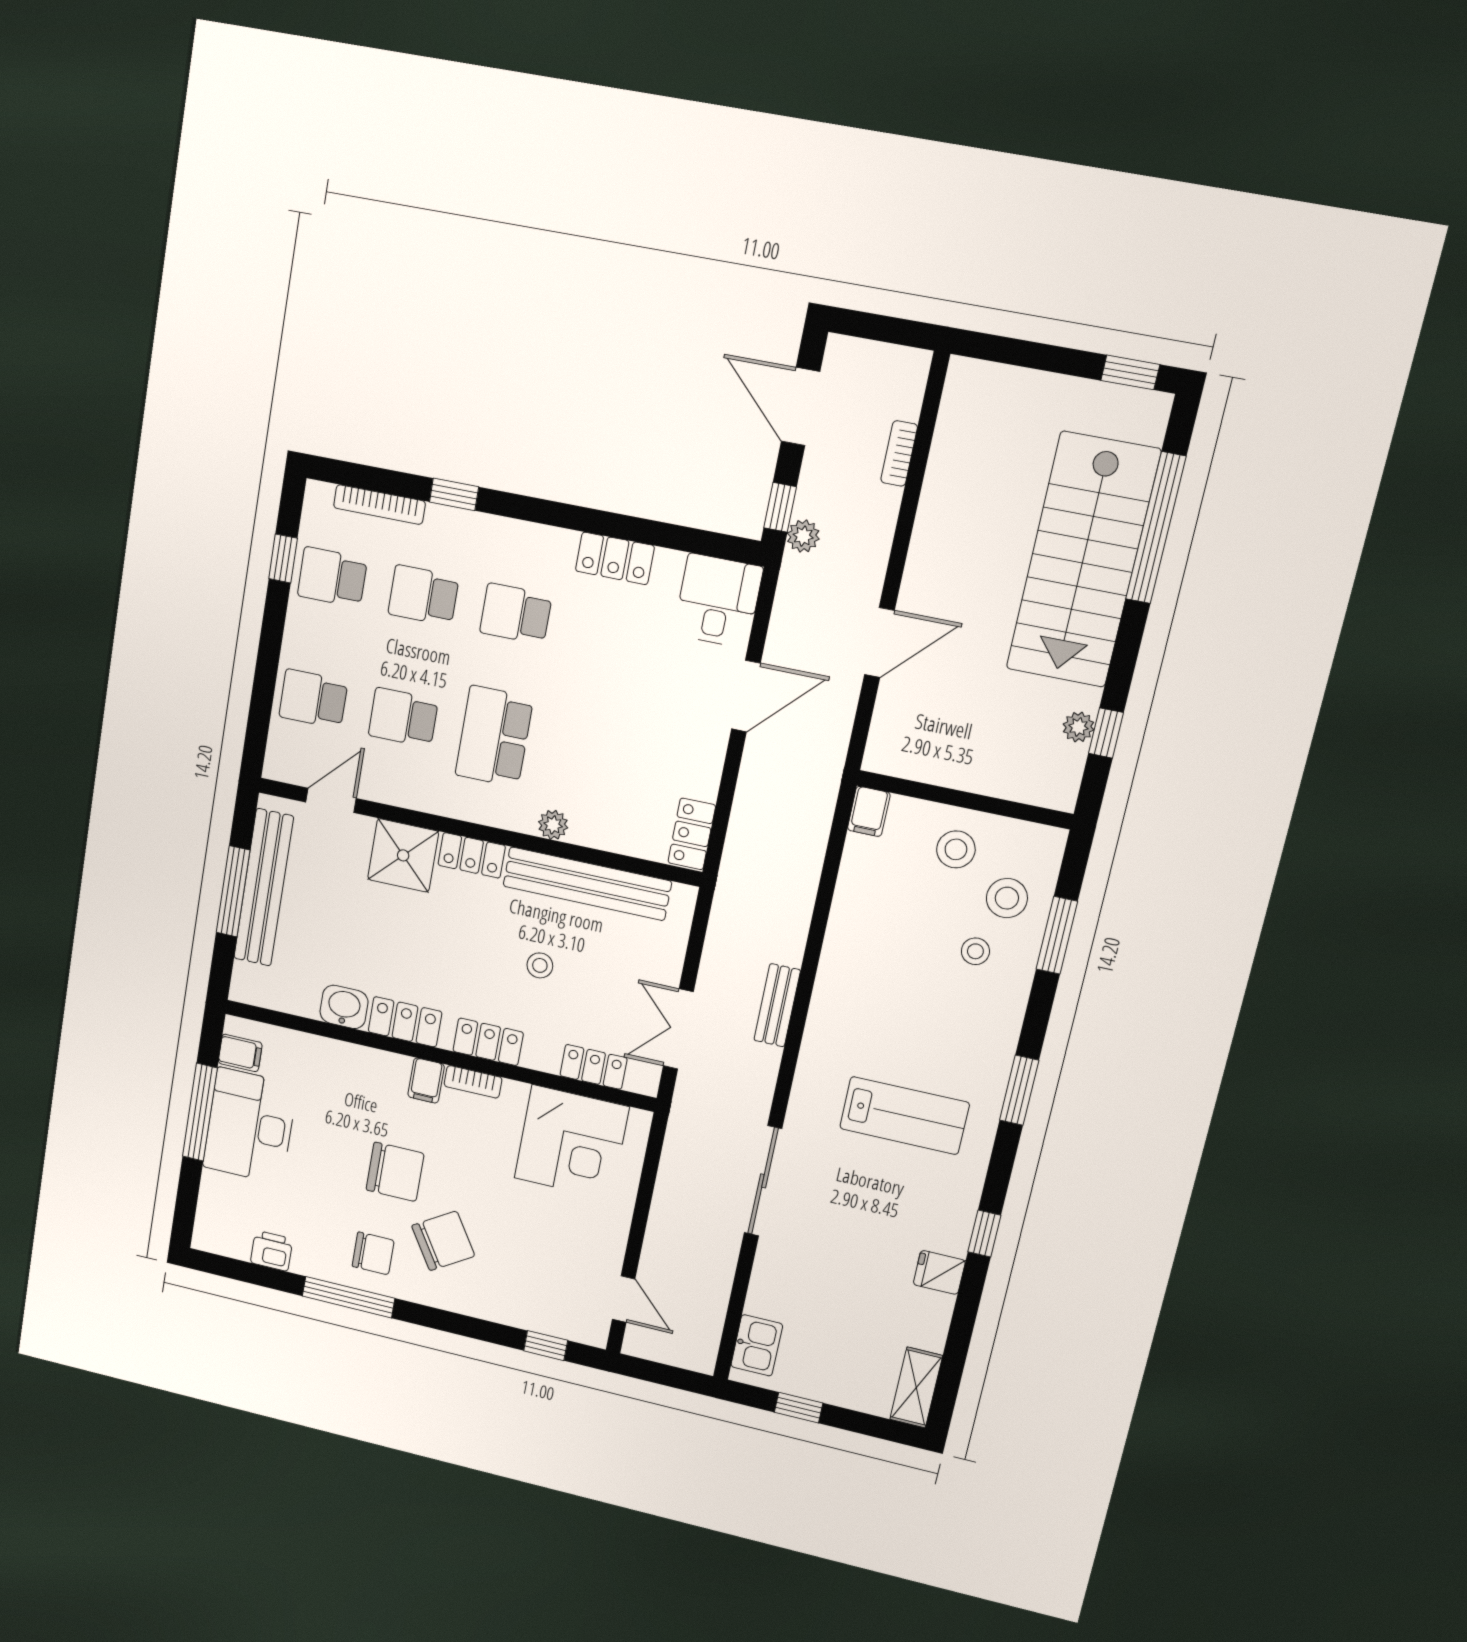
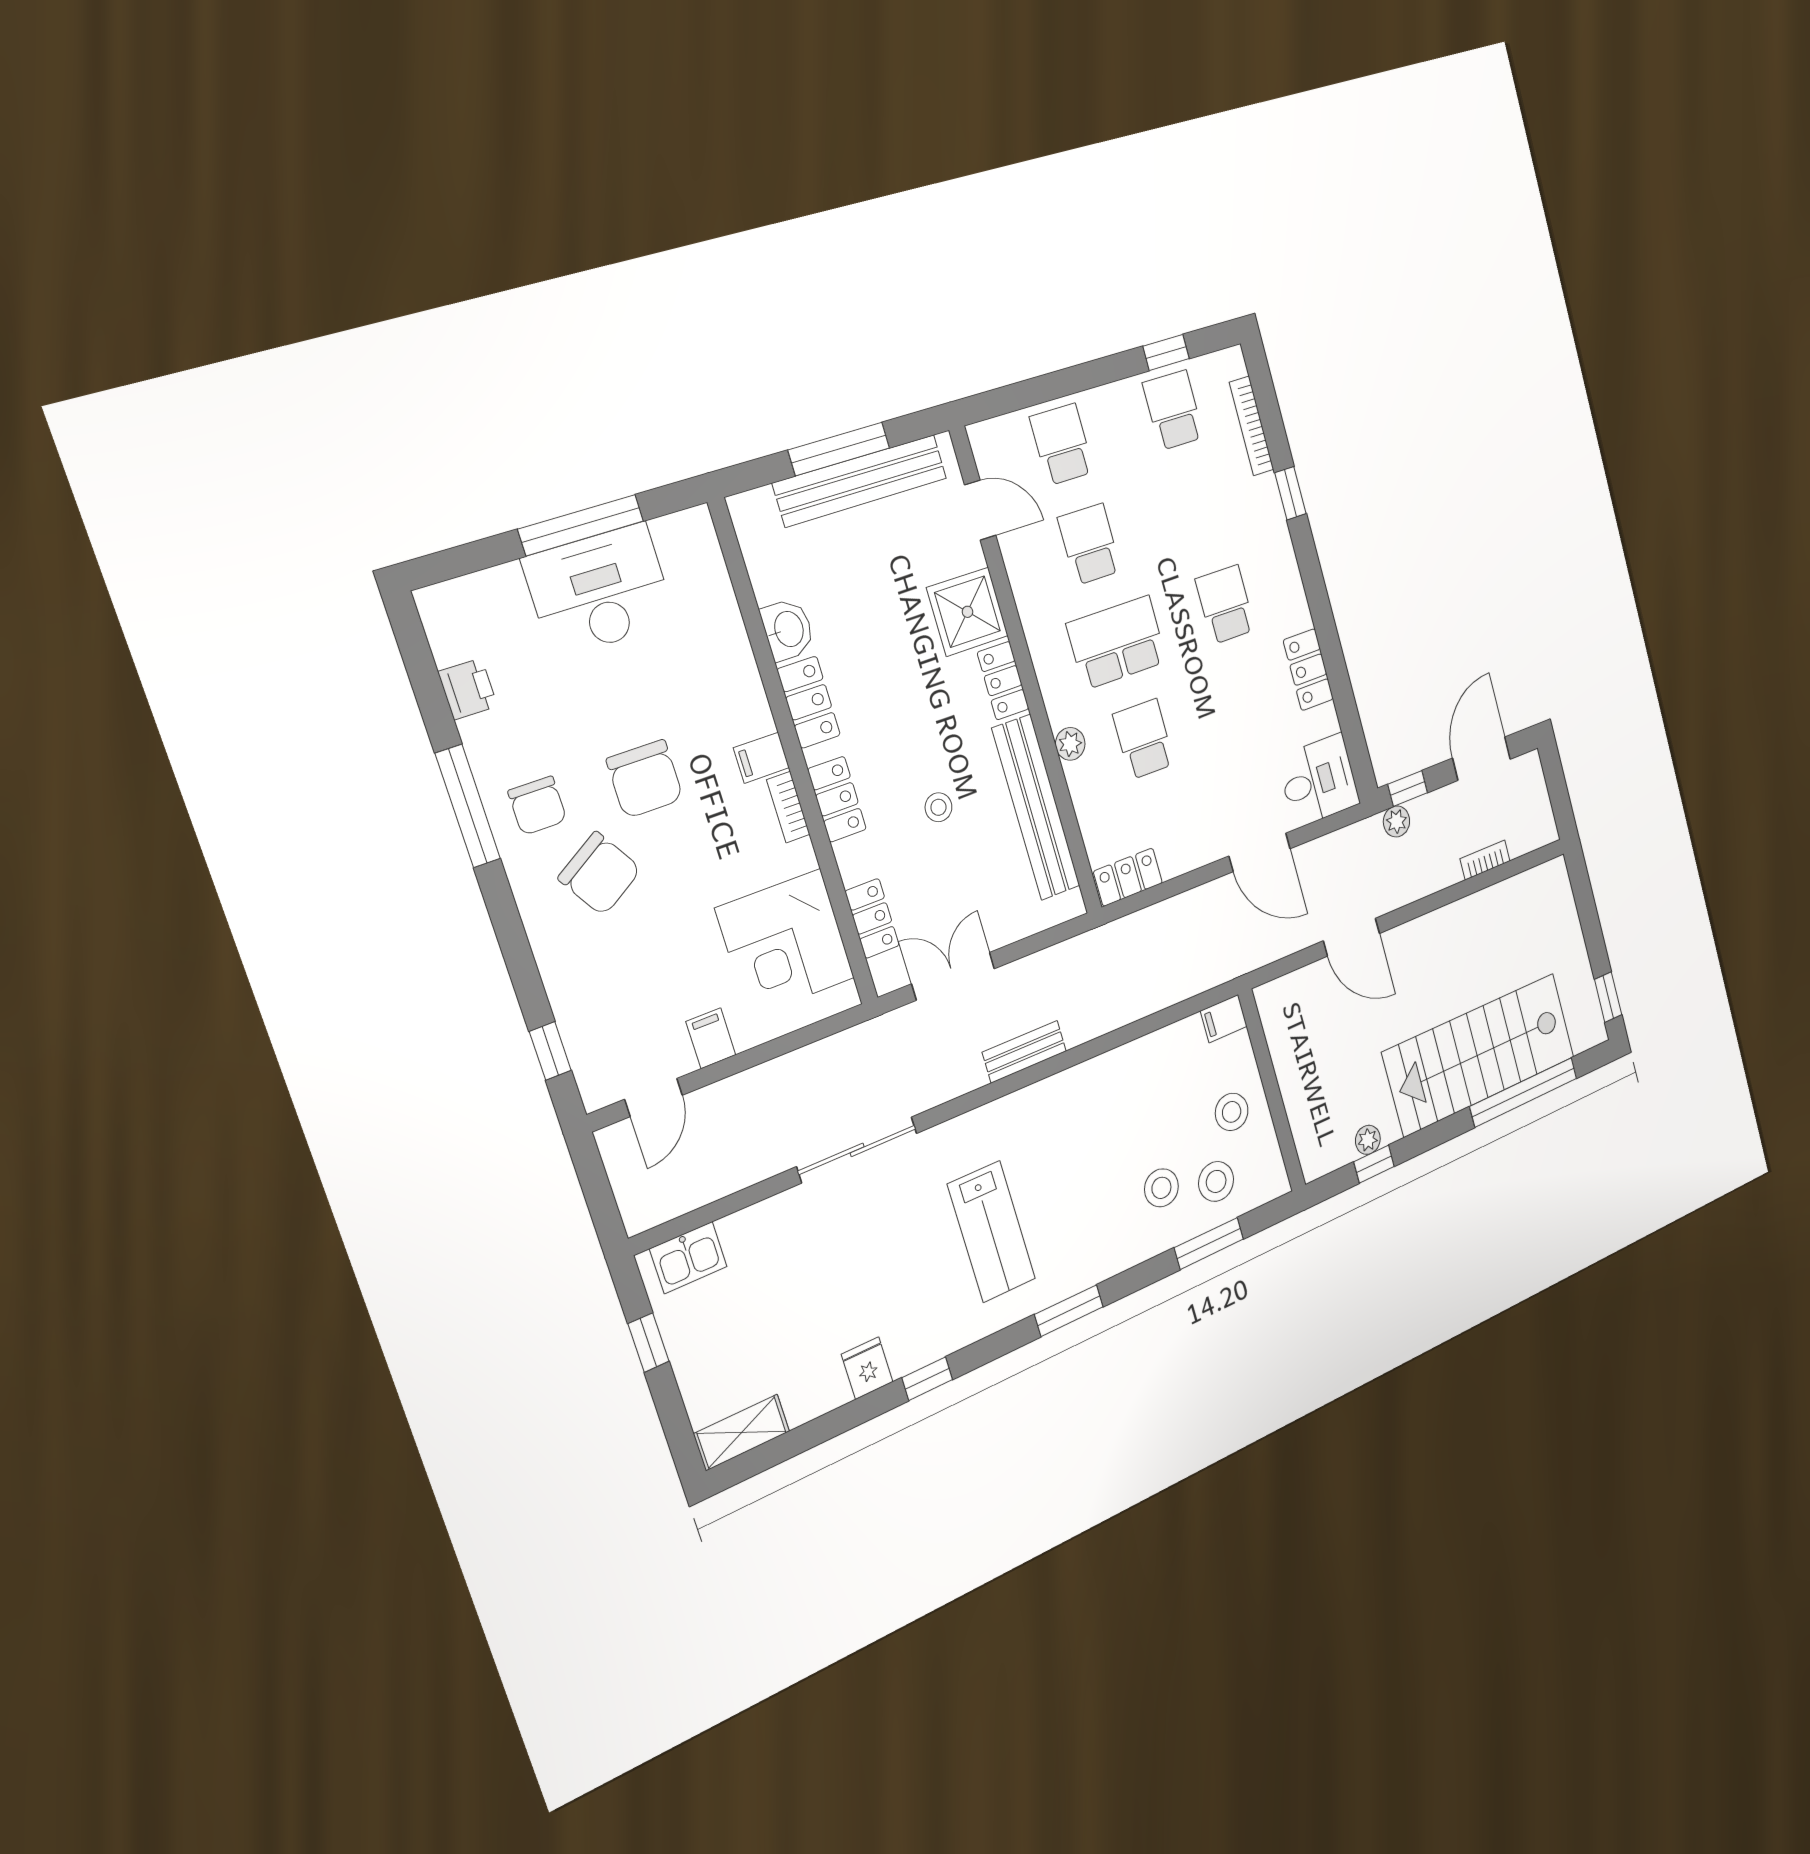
school desk: (423, 595) -> (1144, 739), moved
stool: (975, 951) -> (1161, 1188), width x1.37, depth x1.37
filing cabinet: (240, 1053) -> (711, 1038), moved, turned 180

